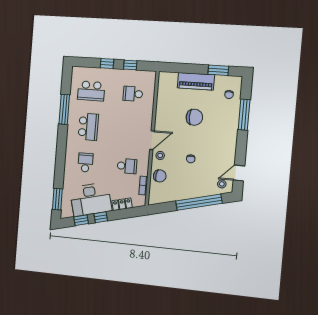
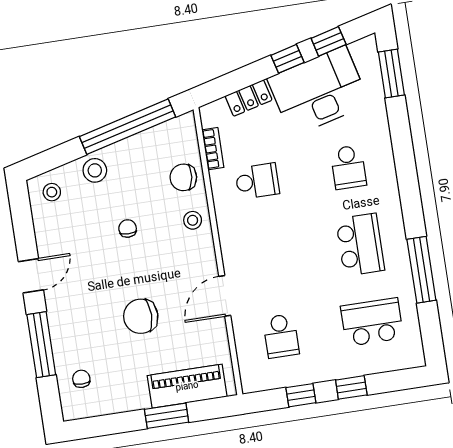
window: (218, 70) -> (167, 416), moved
piano: (196, 81) -> (187, 386), moved
school desk: (133, 94) -> (281, 336), turned 90
school desk: (88, 127) -> (360, 245), turned 180
door: (152, 140) -> (225, 296), moved
school desk: (127, 166) -> (257, 181), turned 180
door: (239, 173) -> (31, 276), moved
stool: (199, 189) -> (95, 170), added
window: (199, 202) -> (127, 127), moved

